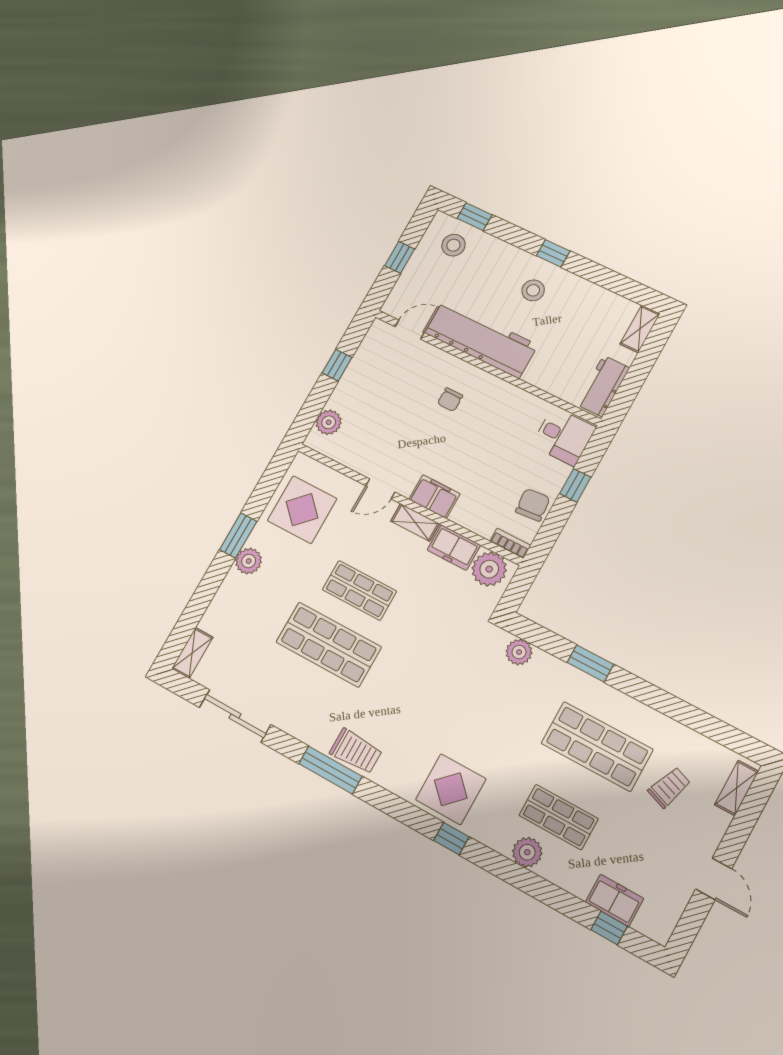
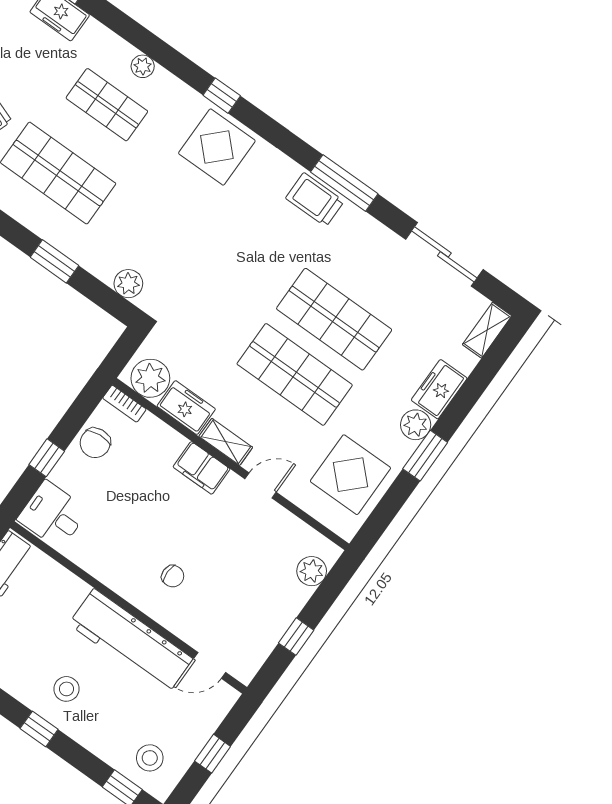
chair: (450, 400) -> (173, 576), turned 90
shop shelf: (359, 590) -> (295, 374), width x1.43, depth x1.36
freezer: (231, 595) -> (439, 389), added
plant: (527, 852) -> (143, 66), width x0.73, depth x0.73

